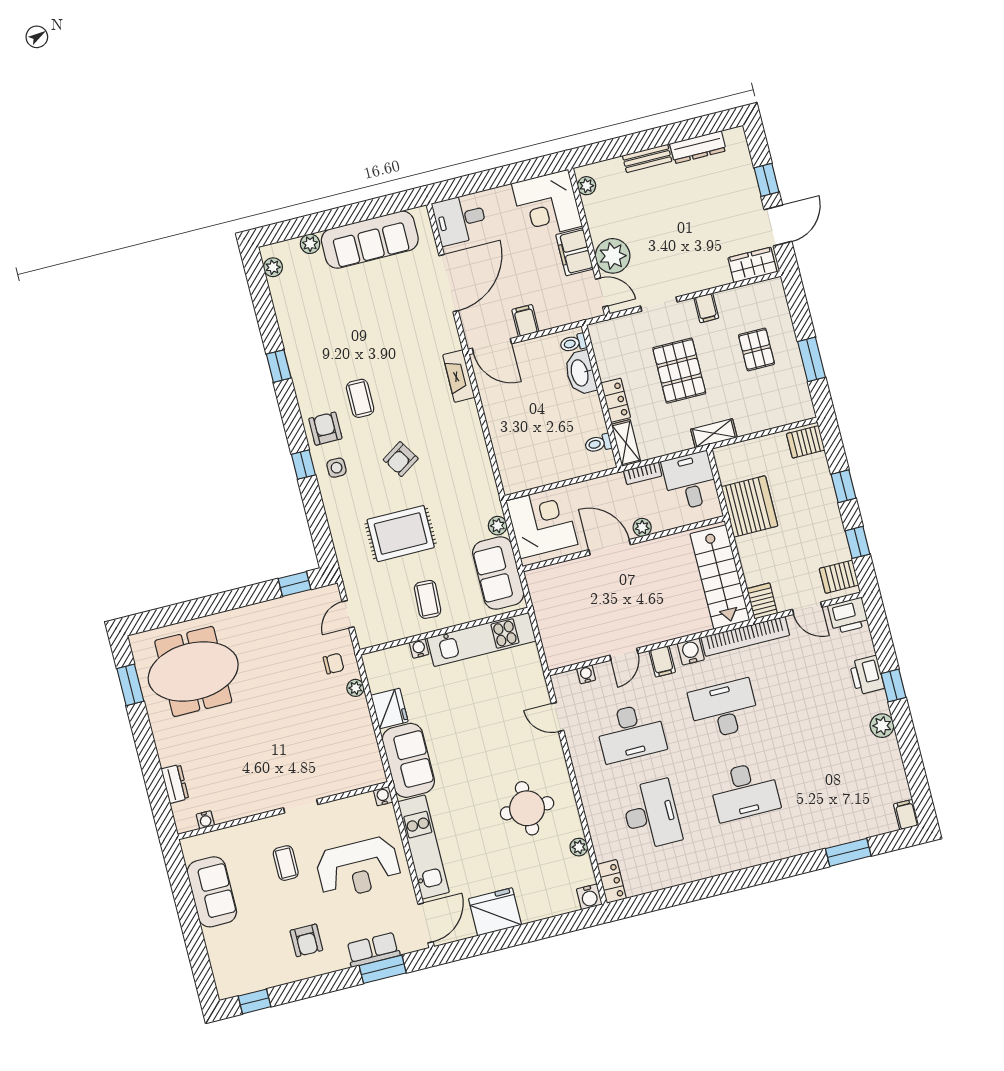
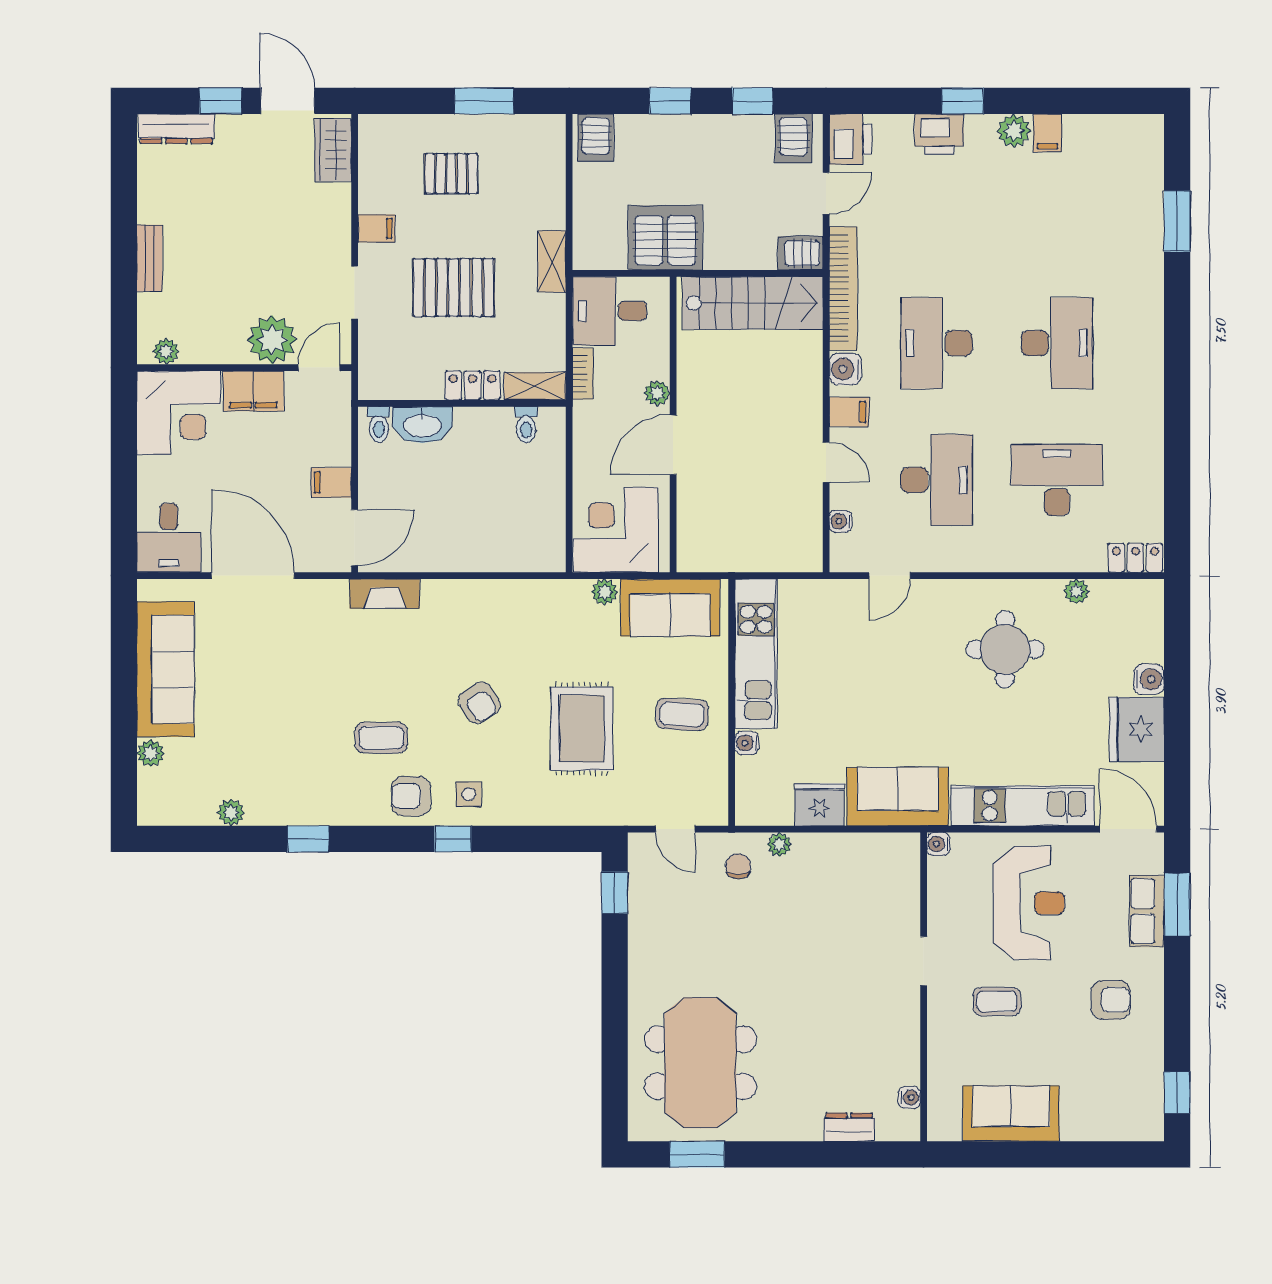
dresser: (698, 147) -> (176, 129), moved, turned 90
plant: (273, 267) -> (231, 813), moved
filing cabinet: (906, 815) -> (1048, 133), moved, turned -90
water cooler: (589, 897) -> (1149, 679), moved

